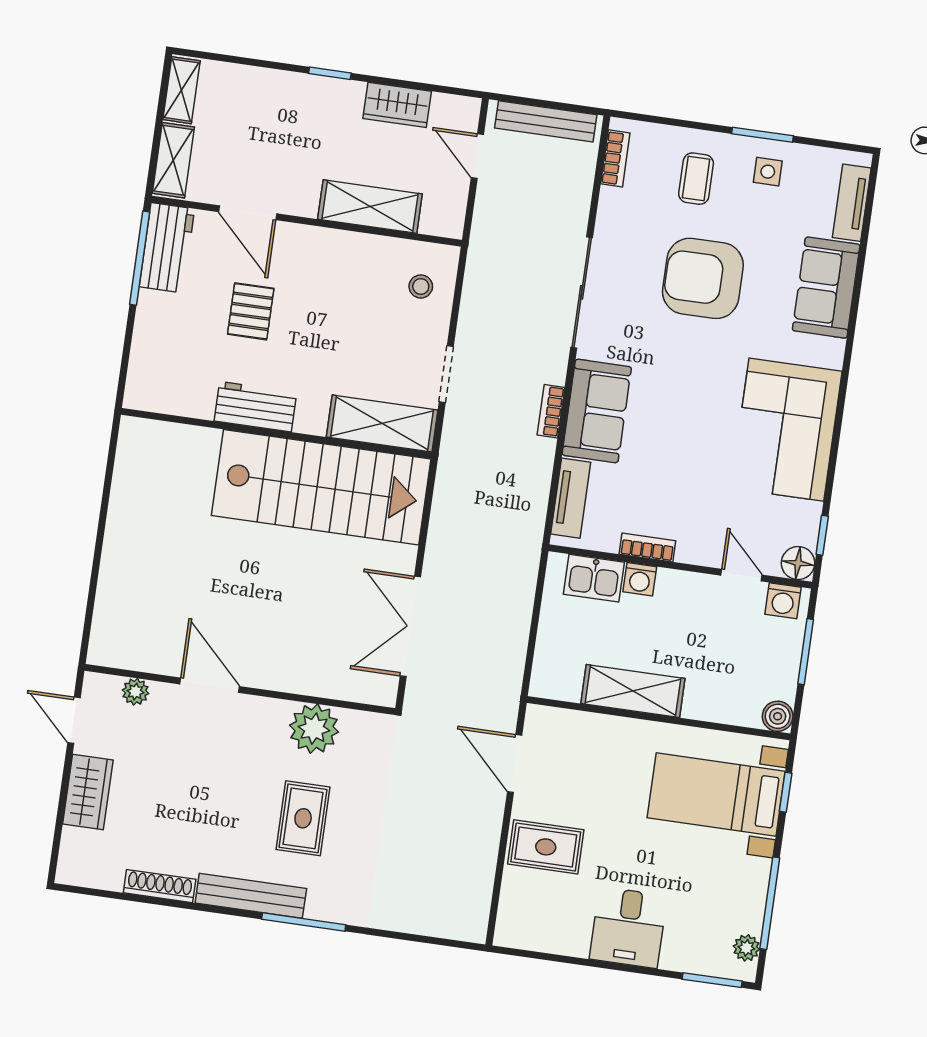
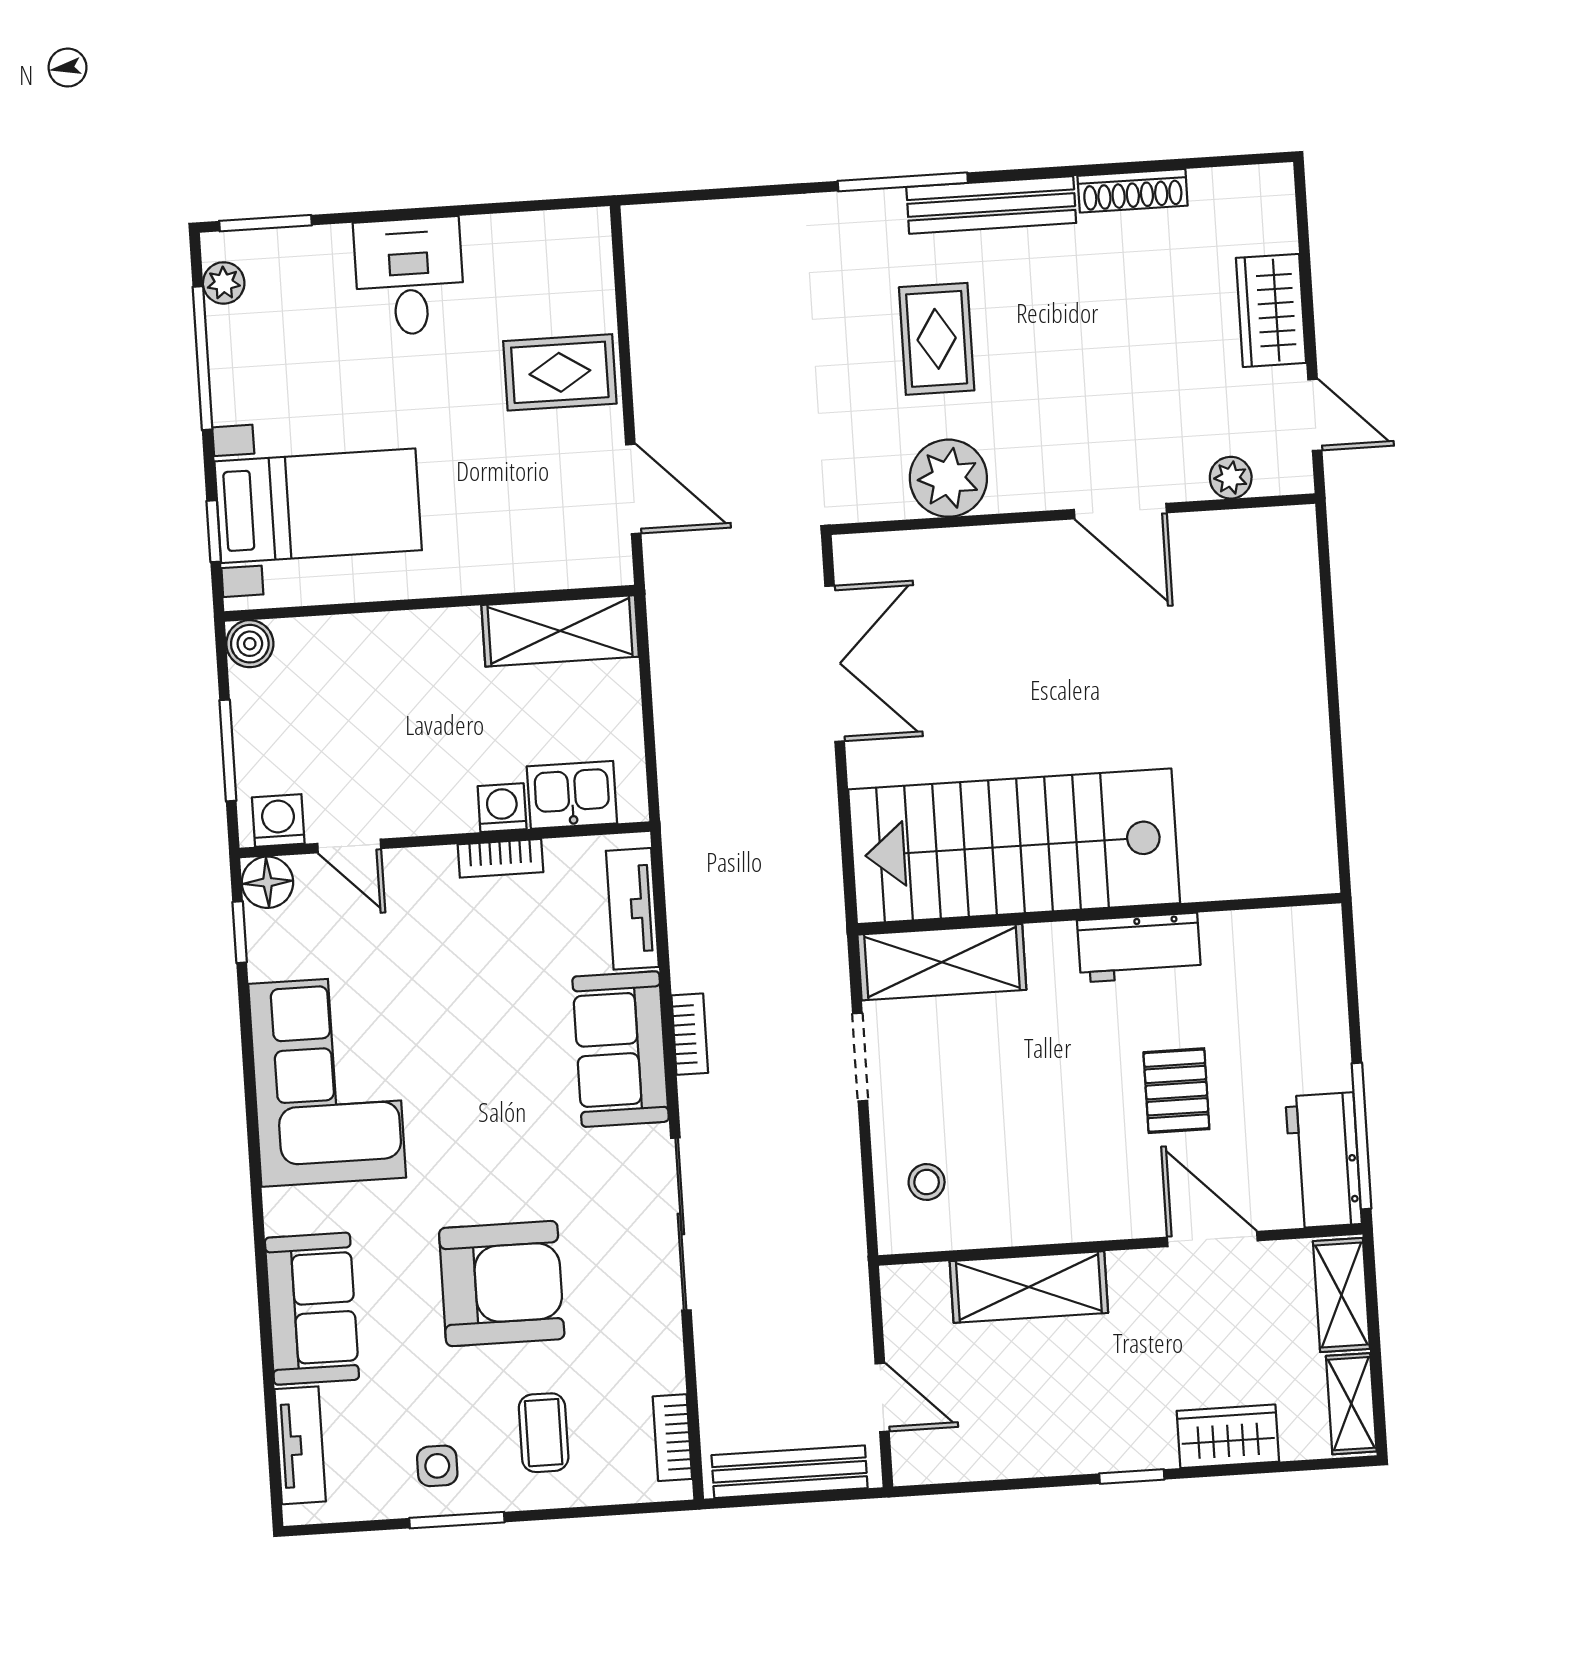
wardrobe: (397, 105) -> (1228, 1436), moved
shelving: (633, 691) -> (560, 631), moved

